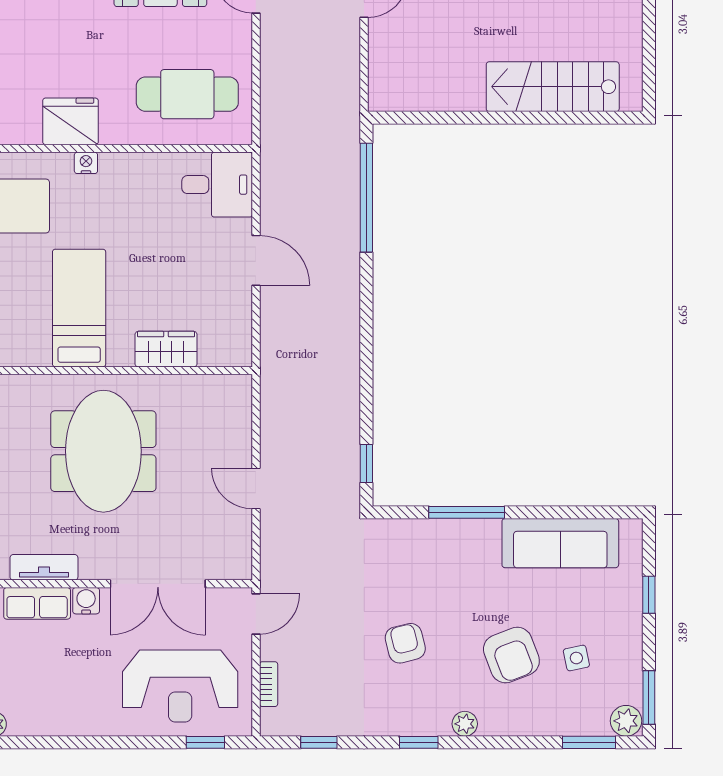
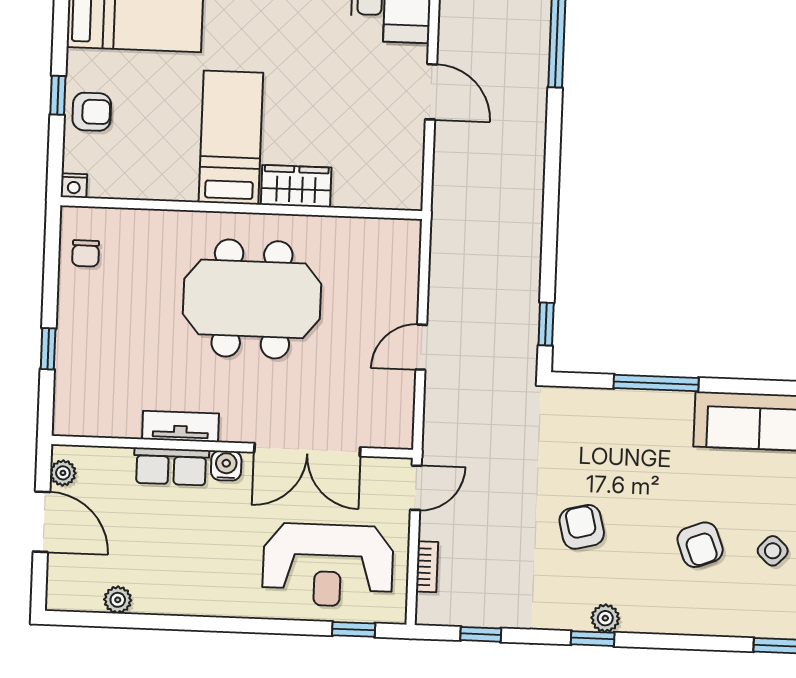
wardrobe: (166, 349) -> (296, 186), moved
meeting table: (103, 451) -> (252, 299), turned 90
door: (256, 488) -> (421, 347), hinge flipped
armchair: (511, 655) -> (700, 545), width x0.72, depth x0.72
side table: (576, 658) -> (773, 551), turned -35
plant: (465, 724) -> (605, 618), moved

